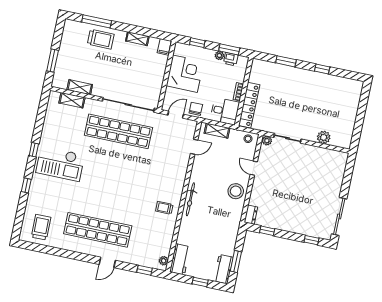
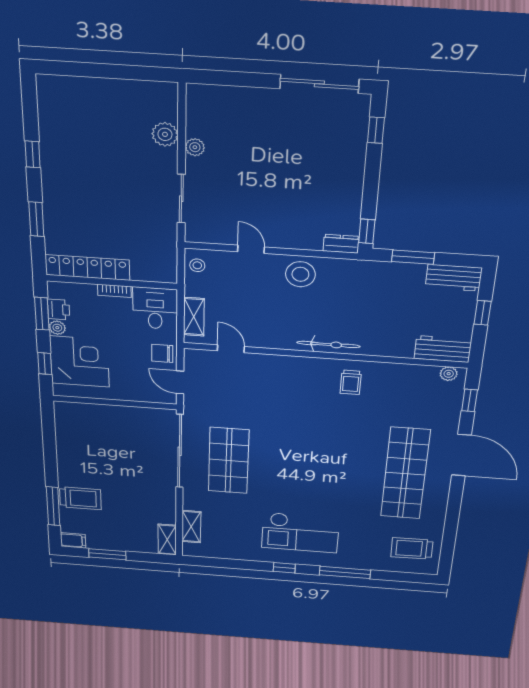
trolley: (101, 39) -> (80, 498), turned 90
shelving: (137, 39) -> (64, 449), removed
filing cabinet: (164, 47) -> (73, 540), moved
window: (53, 61) -> (107, 554), moved
corner desk: (185, 74) -> (80, 362), moved, turned 90
shelving: (80, 87) -> (167, 540), moved
locker: (249, 105) -> (87, 267), moved
shop shelf: (118, 131) -> (229, 461), width x0.71
plant: (267, 141) -> (195, 147), moved
checkout: (60, 164) -> (300, 533), turned 90
door: (254, 168) -> (251, 249), swing flipped
window: (26, 185) -> (345, 572), width x2.17
window: (267, 231) -> (367, 231), moved
door: (107, 262) -> (461, 455), width x1.88
window: (236, 262) -> (413, 257), moved

